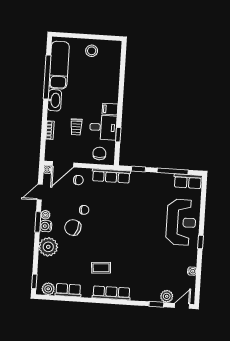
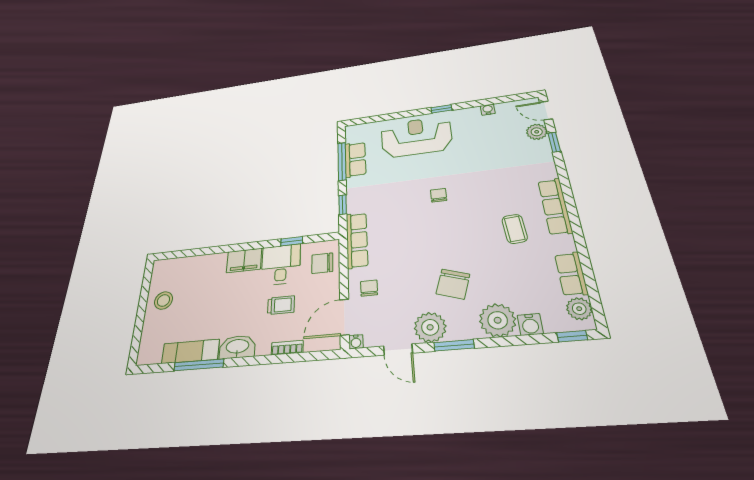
exam couch: (59, 65) -> (190, 351), width x0.73, depth x0.69
window: (47, 77) -> (199, 365), width x0.68
filing cabinet: (110, 109) -> (244, 260), width x2.00
door: (63, 164) -> (344, 317), swing flipped
row of seats: (188, 181) -> (355, 159), moved
chair: (84, 210) -> (439, 195), moved
plant: (45, 215) -> (430, 327), width x1.88, depth x1.88
water cooler: (46, 226) -> (530, 324), moved

